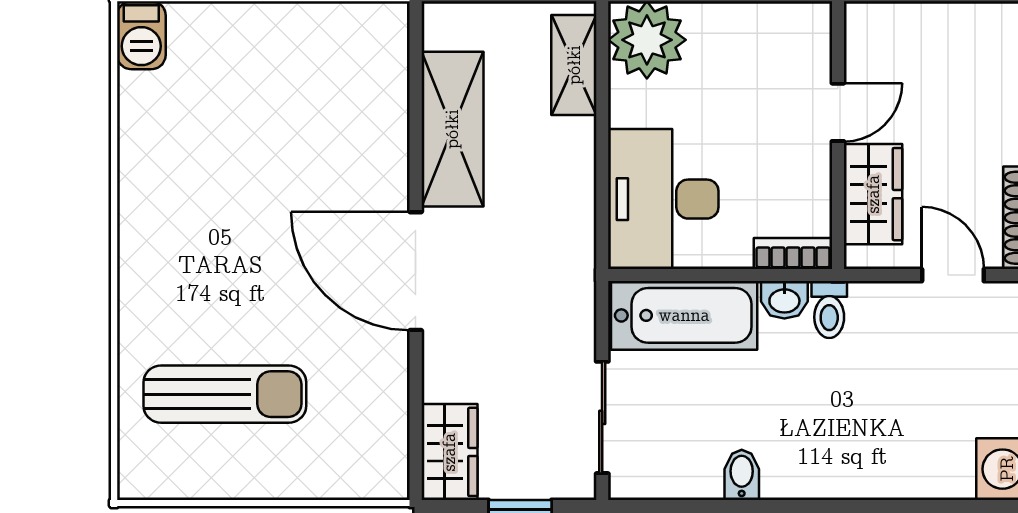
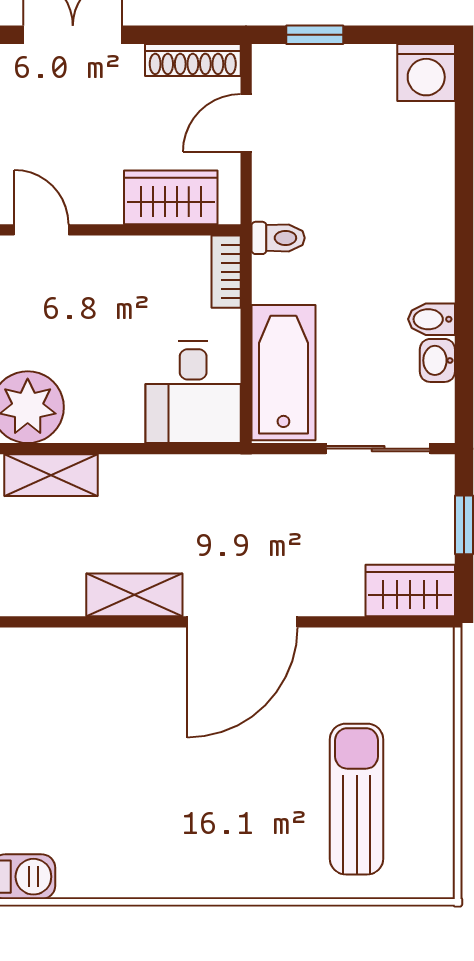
door: (838, 112) -> (41, 230), moved
shelving: (452, 129) -> (134, 595), width x0.67, depth x0.75
desk: (663, 199) -> (193, 392), width x0.73
washbasin: (784, 300) -> (437, 360), moved, turned 180

